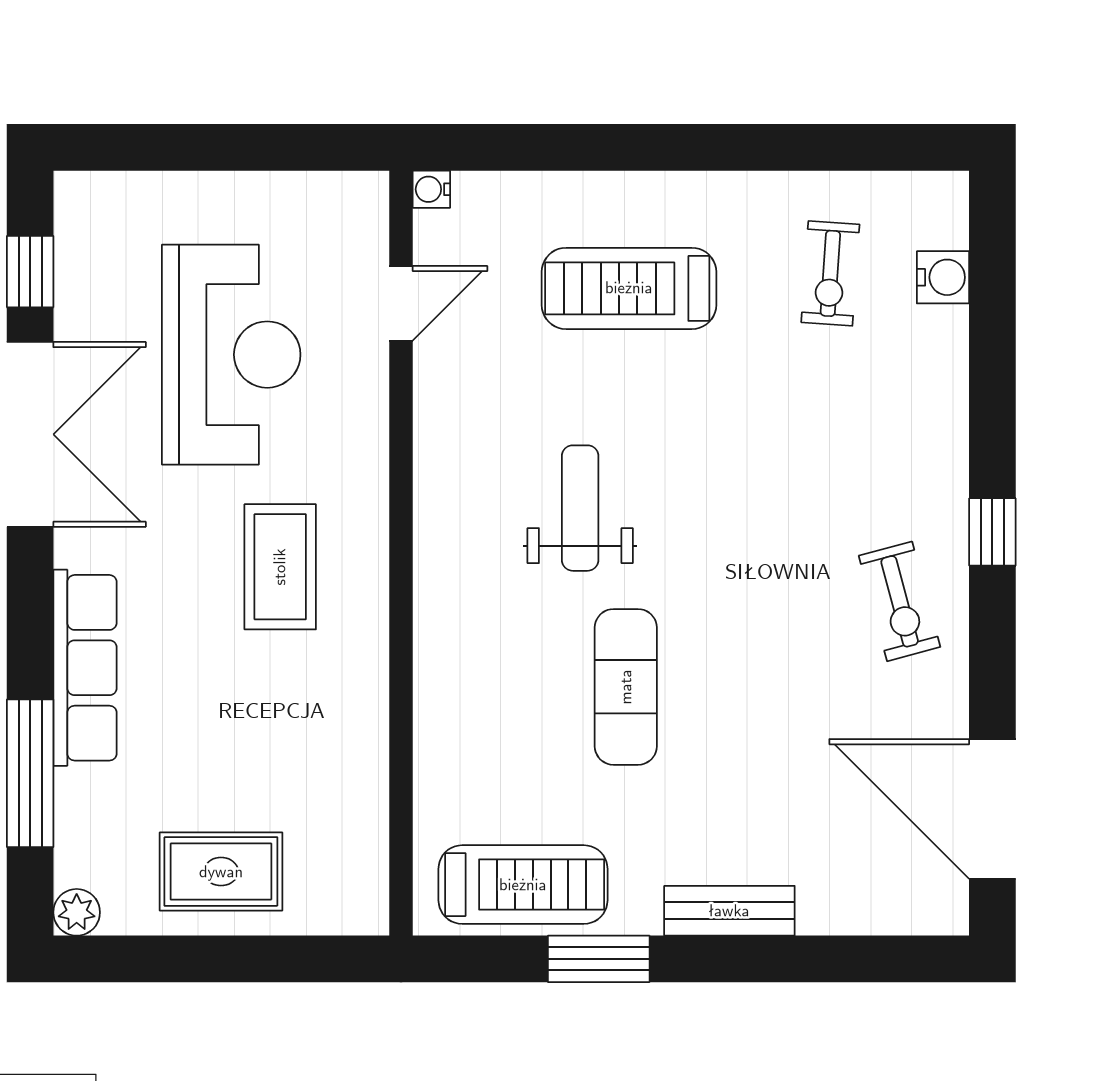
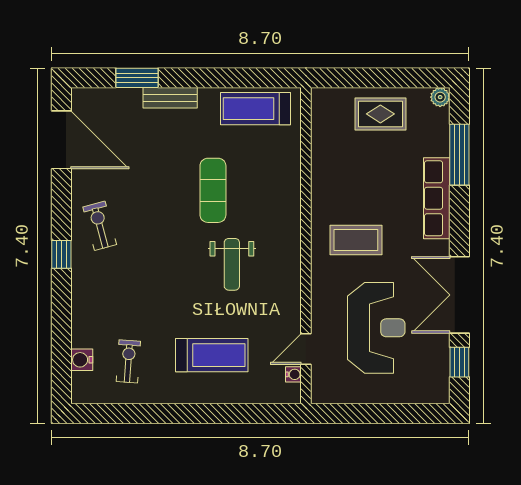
water cooler: (431, 189) -> (293, 374), moved
reception desk: (231, 355) -> (376, 328), turned 180
coffee table: (280, 567) -> (356, 240), turned 90
window: (599, 959) -> (137, 78), moved

